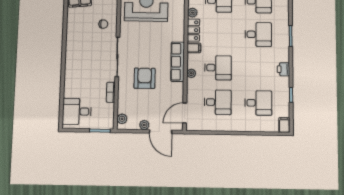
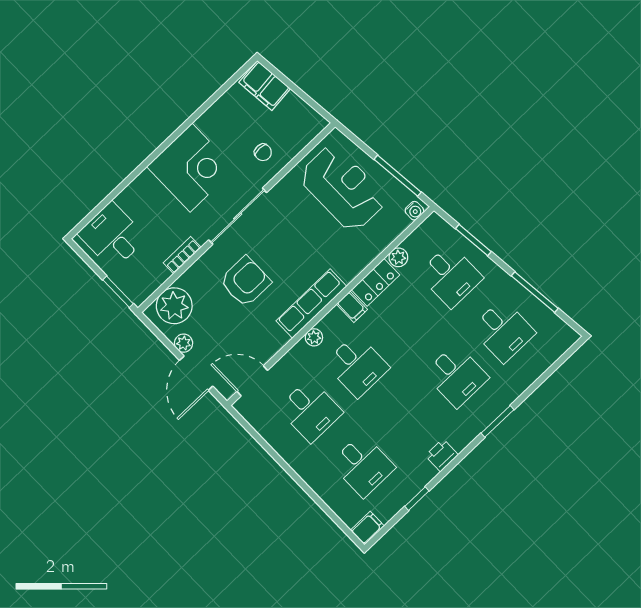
corner desk: (82, 56) -> (191, 168), added
plant: (122, 119) -> (174, 306), width x1.87, depth x1.87

